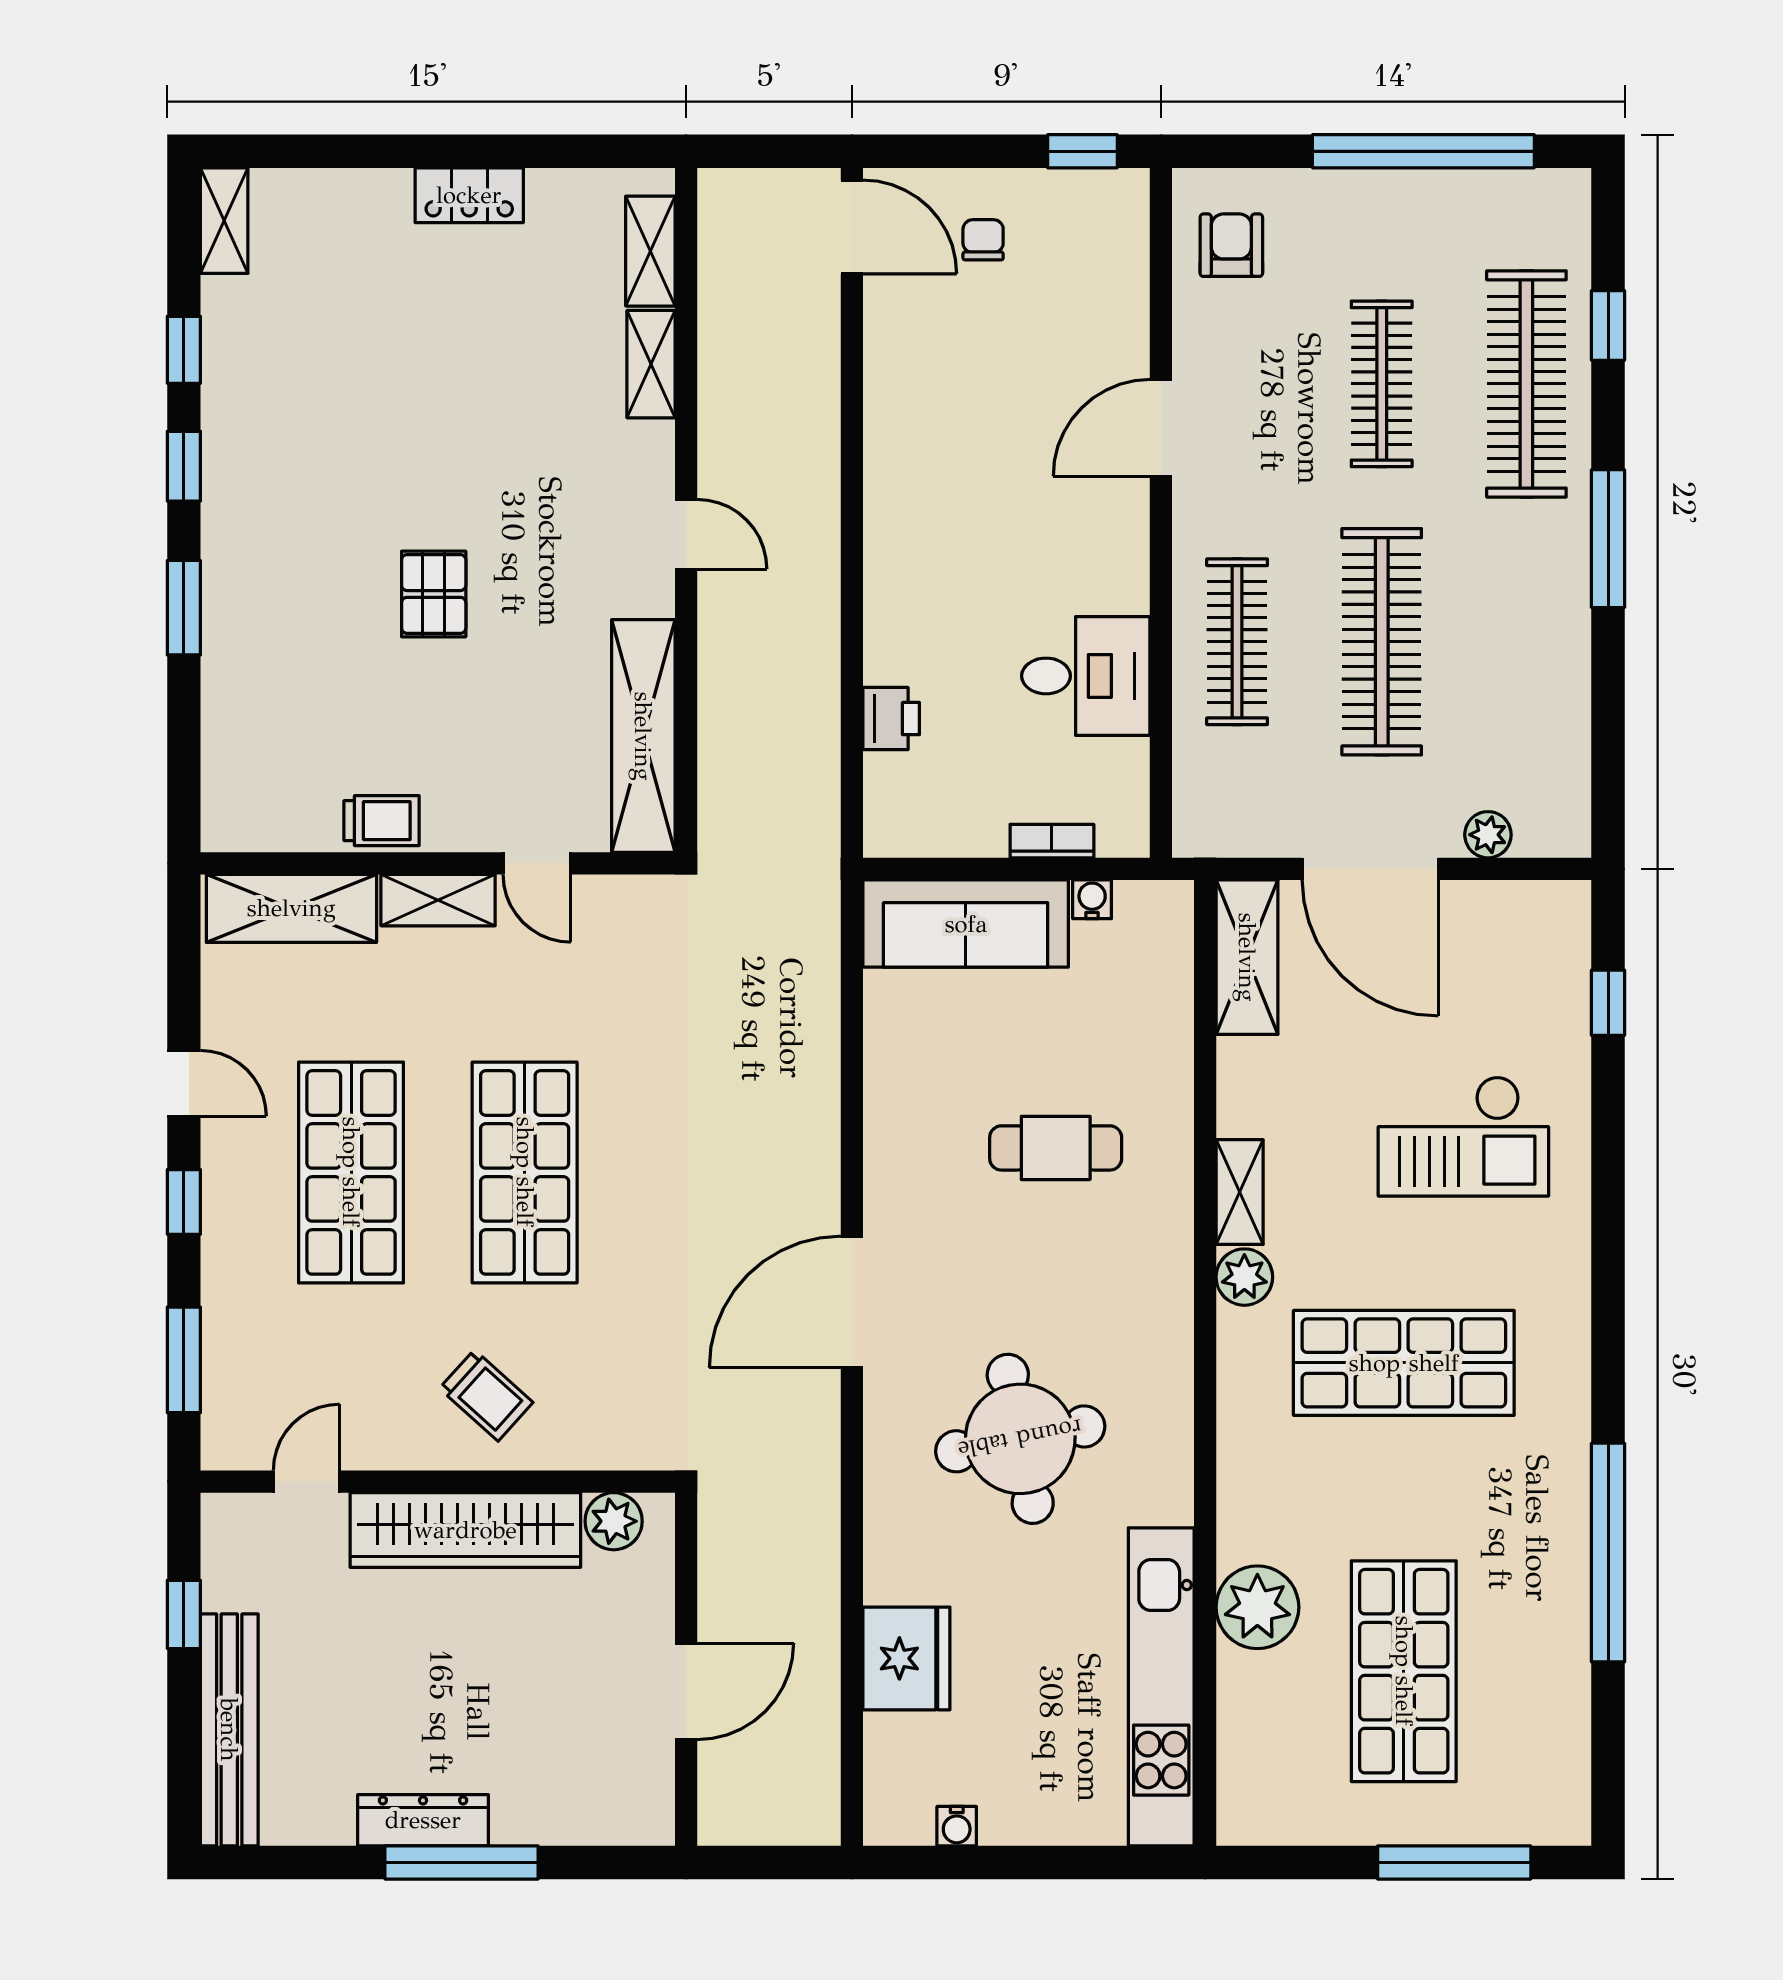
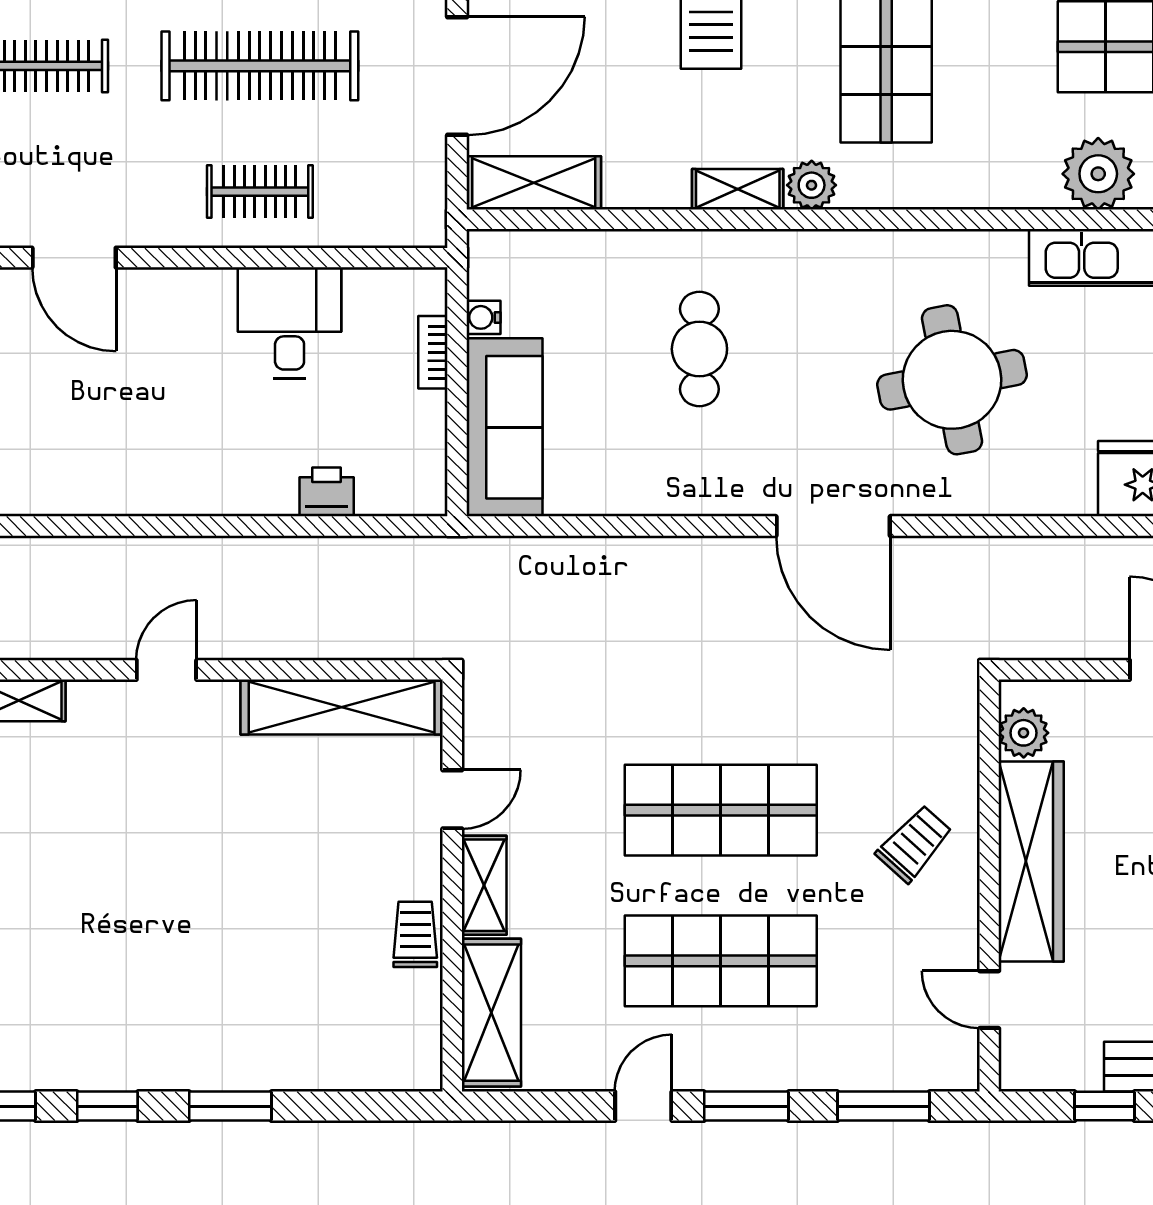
pallet: (434, 594) -> (218, 889), removed
clothes rail: (1237, 642) -> (260, 192), width x0.73
window: (184, 1202) -> (746, 1106), width x1.50

